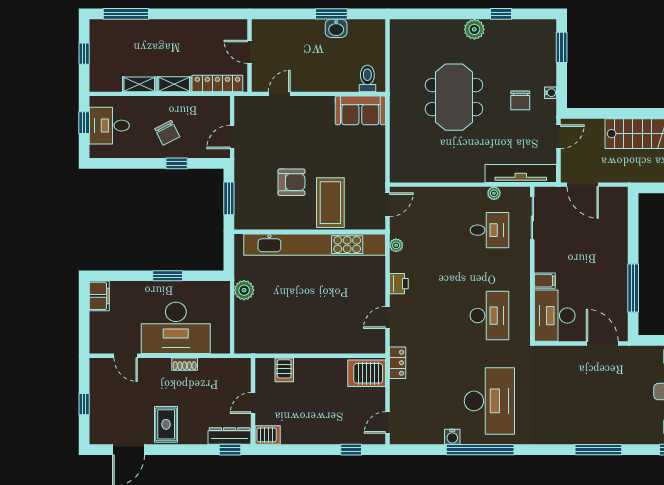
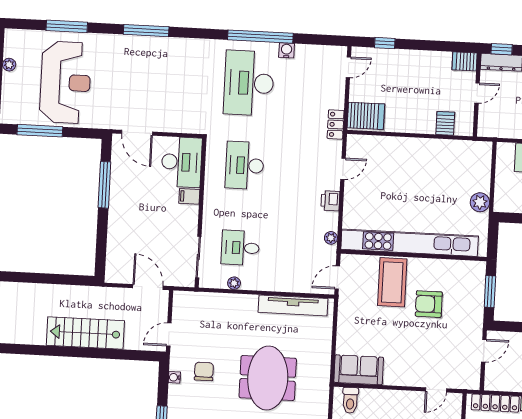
tv unit: (521, 173) -> (293, 305), moved

